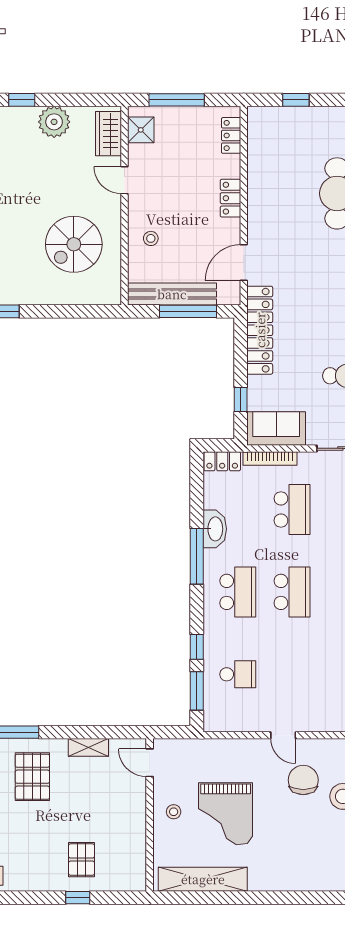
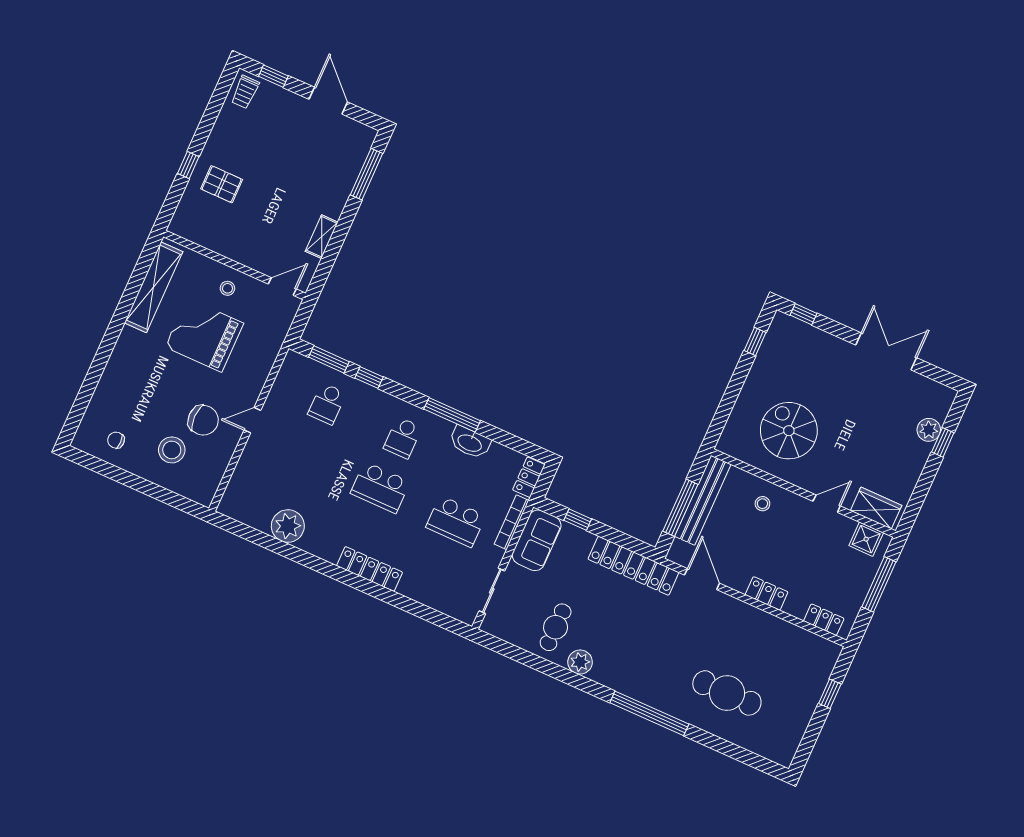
plant: (54, 122) -> (929, 430), moved, width x0.73, depth x0.73
school desk: (238, 592) -> (403, 438), width x0.54
pallet: (32, 777) -> (318, 173), removed

